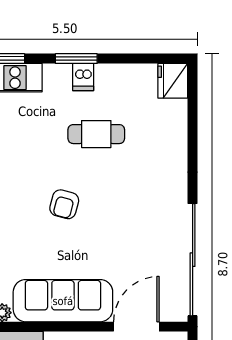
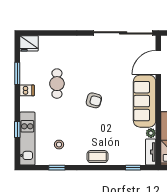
window: (76, 59) -> (17, 73), moved
door: (136, 327) -> (158, 62), hinge flipped

